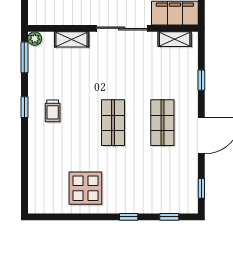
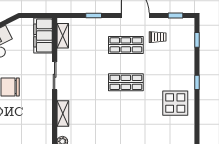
sliding door: (122, 28) -> (55, 76), width x0.73
trolley: (53, 111) -> (158, 37), moved
window: (129, 217) -> (197, 82), moved

